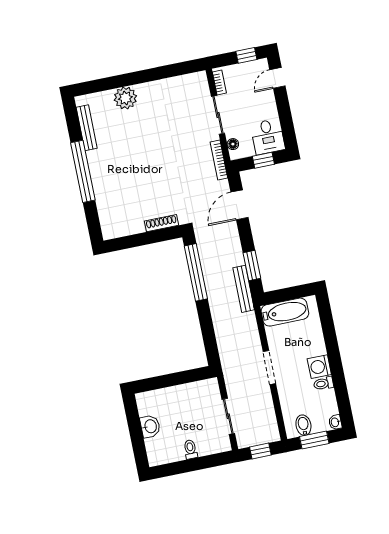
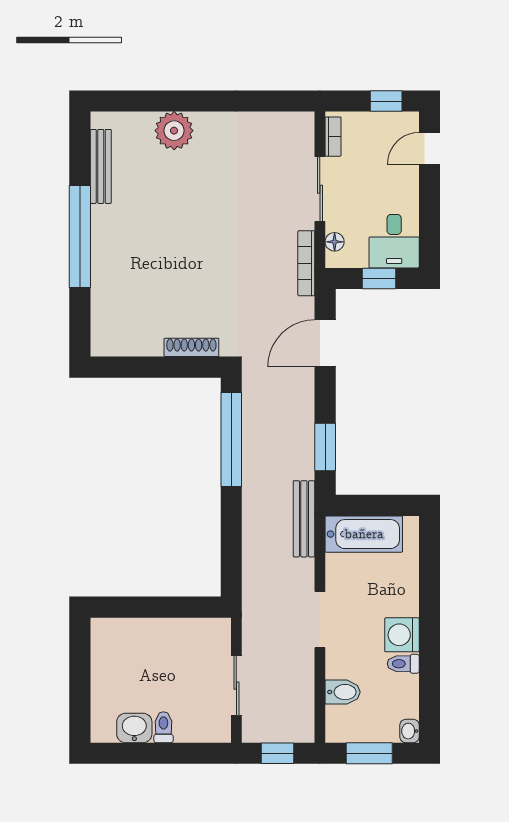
bench: (244, 289) -> (304, 519), moved
bidet: (303, 425) -> (343, 692), moved, turned 90
washbasin: (150, 426) -> (134, 728), moved, turned -90

